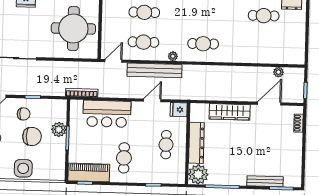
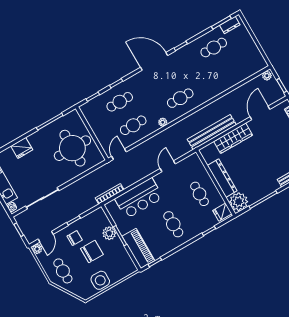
bench: (155, 70) -> (212, 132), moved
plant: (278, 72) -> (267, 76), moved
fridge: (179, 110) -> (222, 212), moved
piano: (89, 172) -> (138, 248), moved, turned 90

